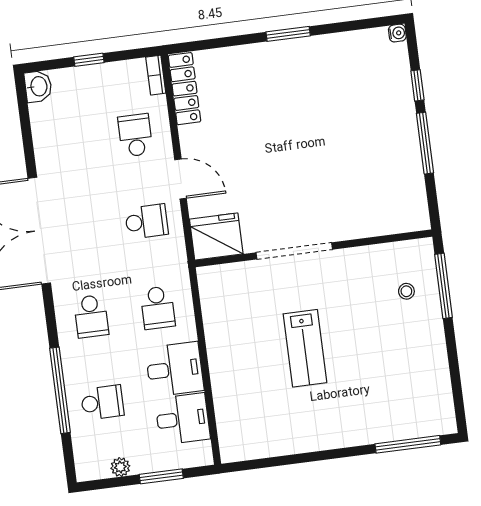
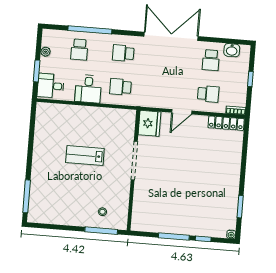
window: (288, 34) -> (240, 207), moved
washbasin: (38, 86) -> (232, 50), moved
school desk: (146, 221) -> (211, 60), moved
desk: (183, 419) -> (51, 86), moved, turned 90

